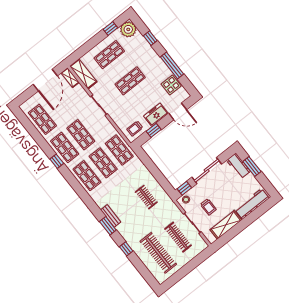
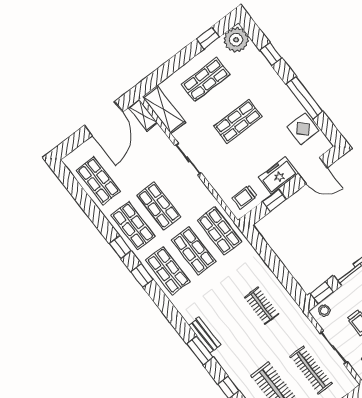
window: (71, 179) -> (142, 276), added

